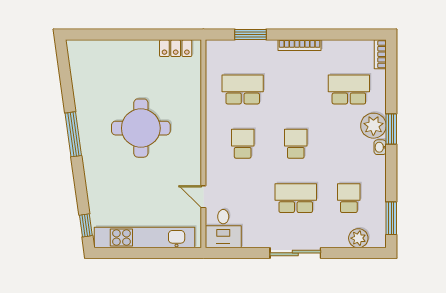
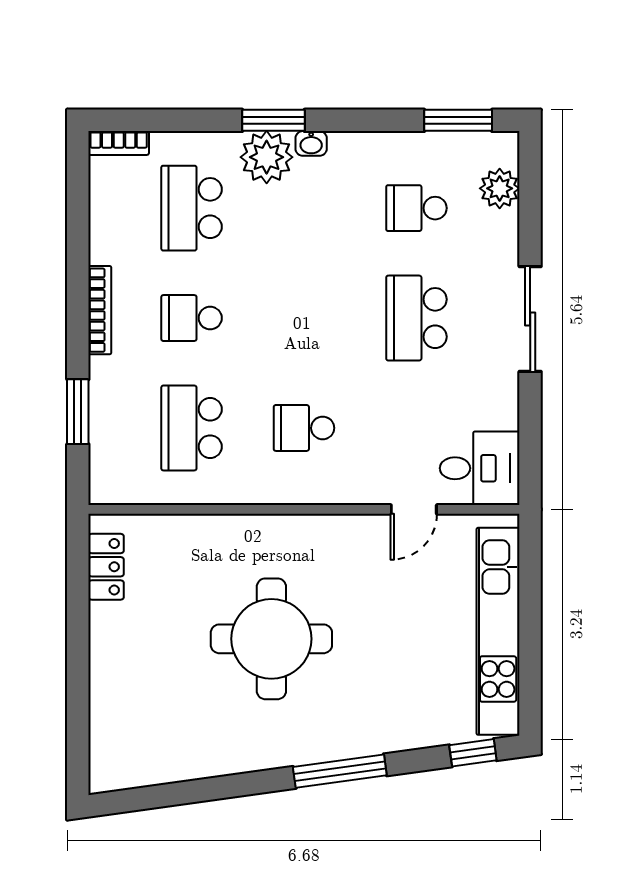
window: (73, 134) -> (340, 771), moved
school desk: (296, 144) -> (192, 318), moved

